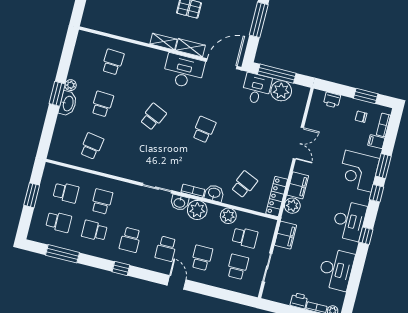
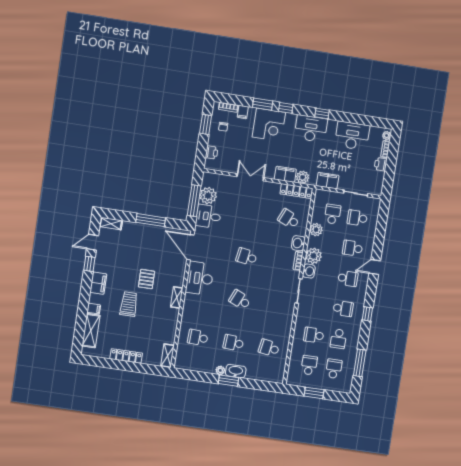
shelving: (190, 48) -> (167, 356), moved

